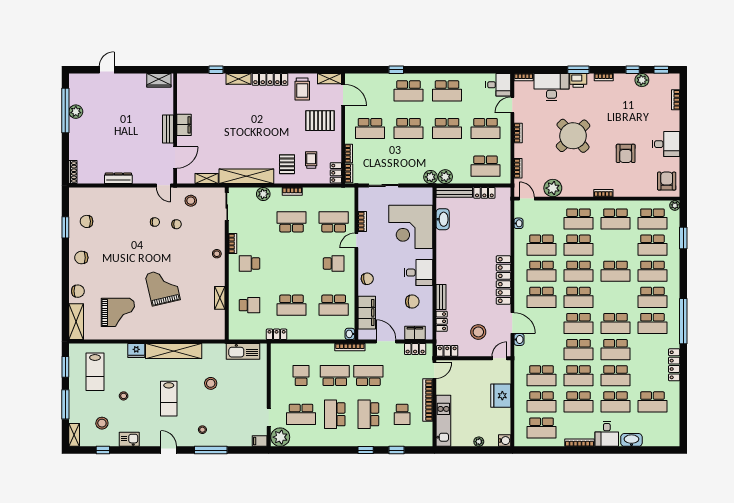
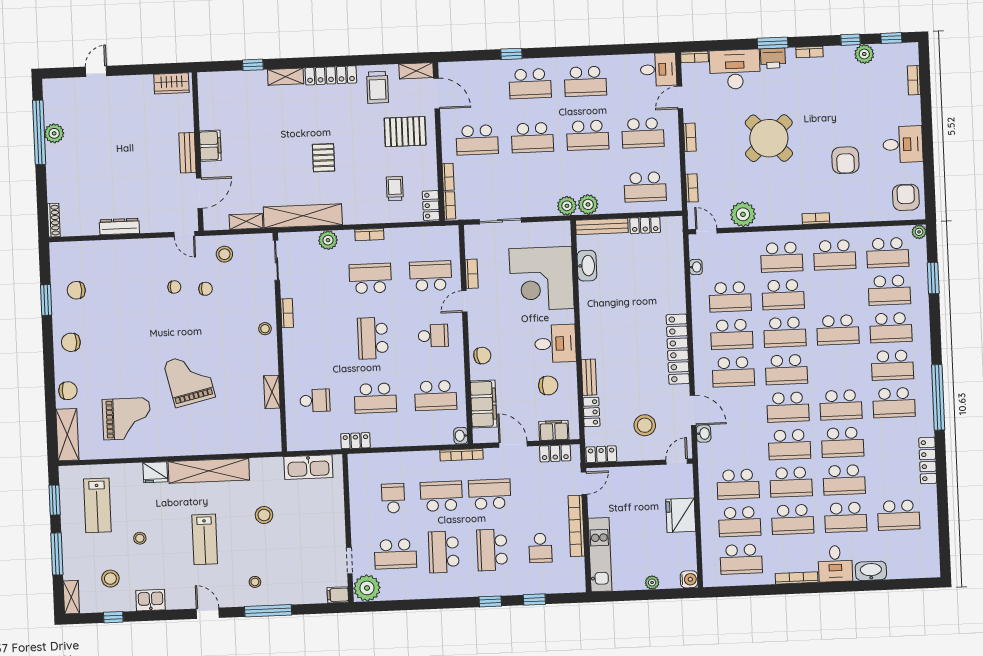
pallet: (287, 164) -> (323, 158), moved
school desk: (249, 263) -> (373, 338), moved, width x1.85

